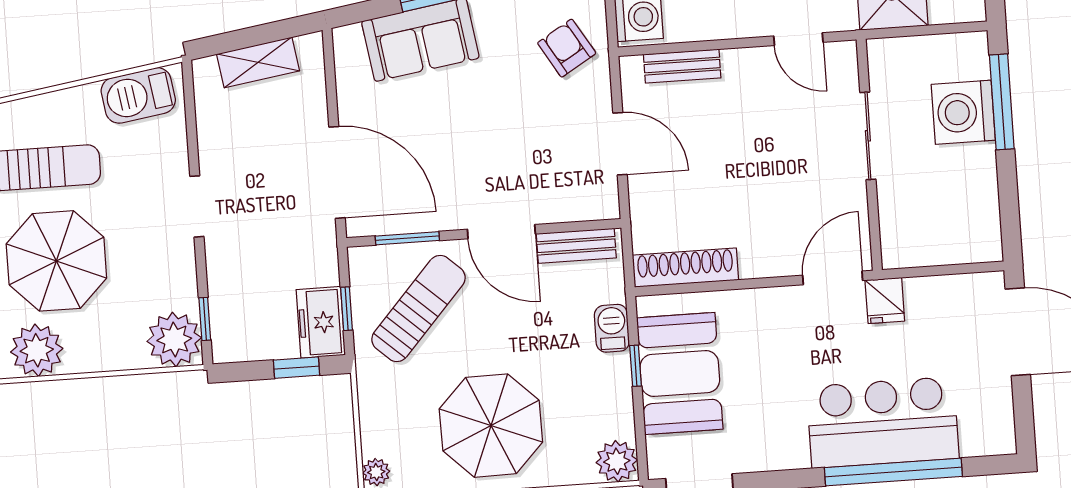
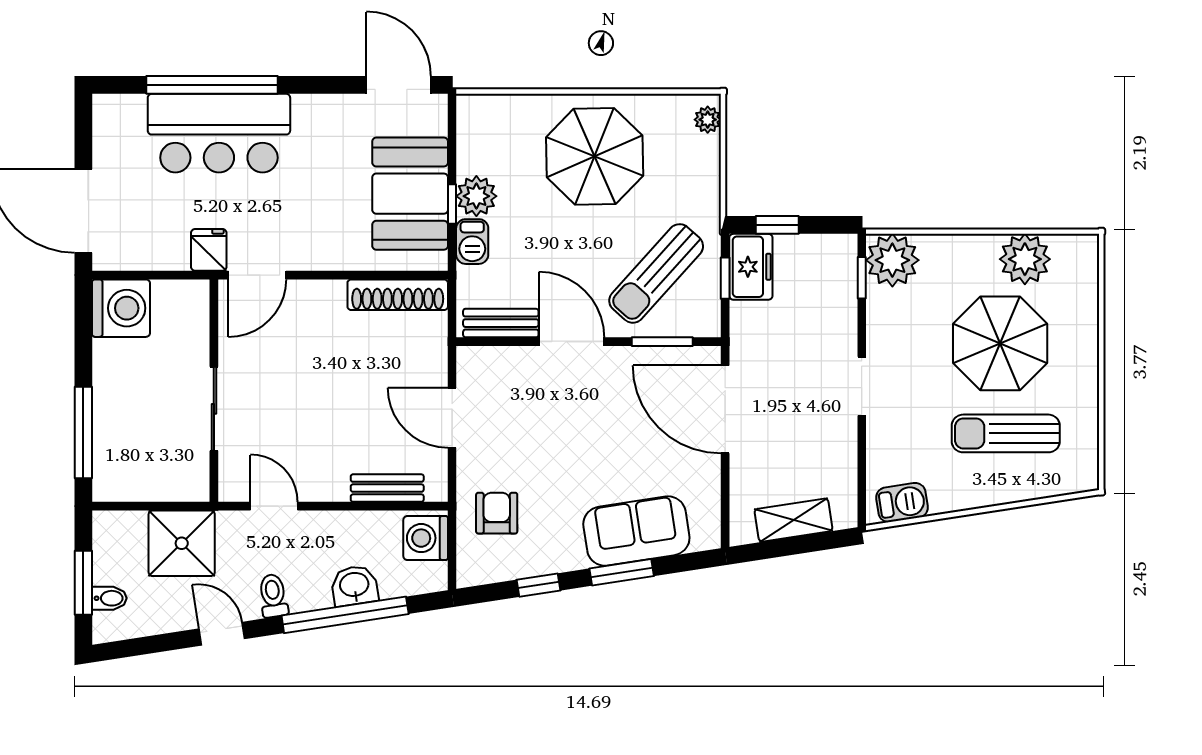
armchair: (567, 48) -> (497, 513), turned -149
barbecue: (138, 95) -> (902, 503), width x0.73, depth x0.79
washing machine: (963, 112) -> (121, 308), moved
plant: (617, 461) -> (476, 196), moved

